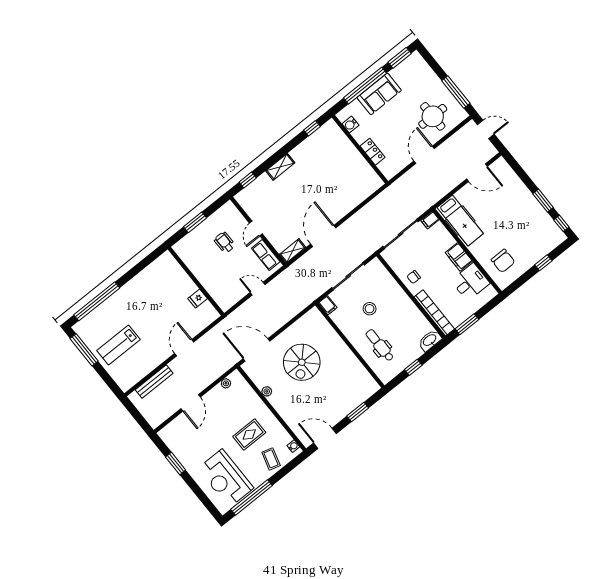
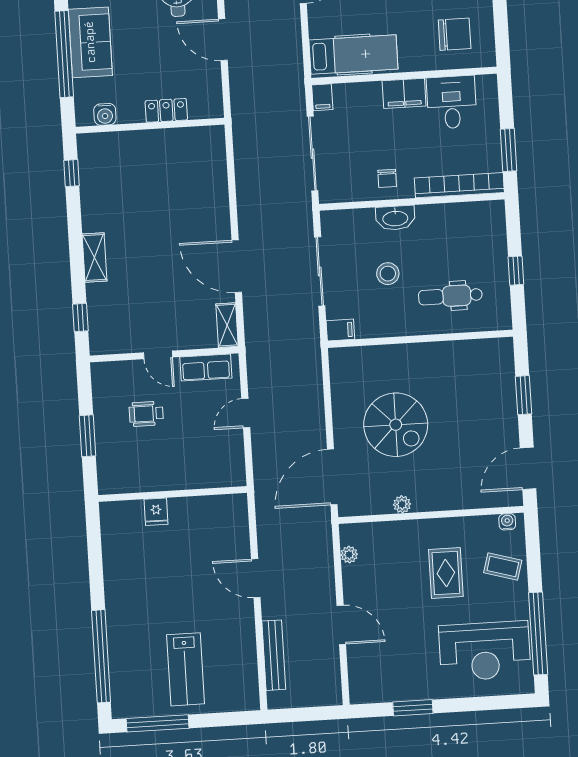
fridge: (198, 299) -> (156, 512), moved
washbasin: (430, 340) -> (395, 218), moved, turned -90

